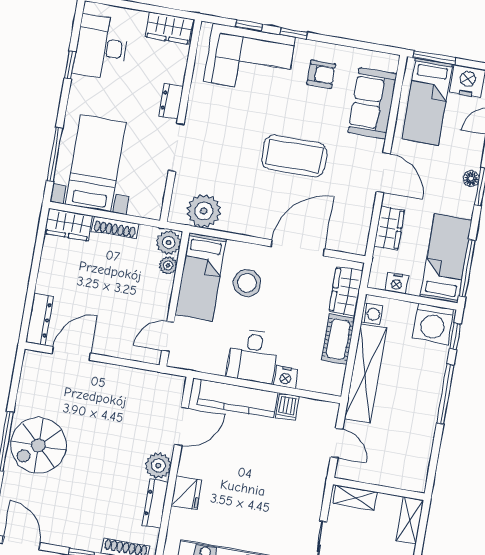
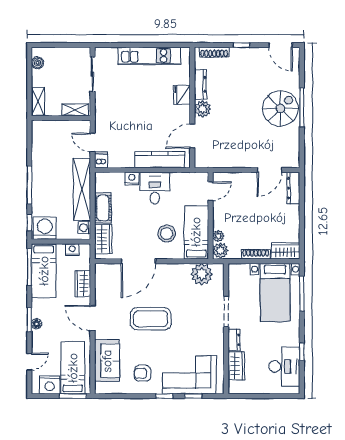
wardrobe: (169, 28) -> (236, 366), moved, turned 90
dishwasher: (287, 407) -> (101, 160), moved

